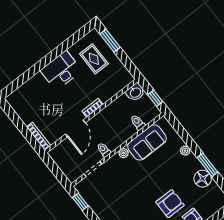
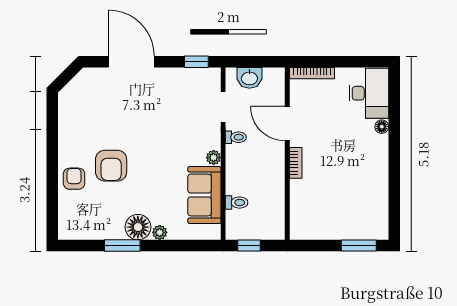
rug: (94, 59) -> (352, 210), removed
desk: (61, 70) -> (369, 93), moved
floor lamp: (38, 77) -> (382, 127), added
washbasin: (135, 92) -> (249, 78), moved, turned -90
floor lamp: (203, 179) -> (138, 227), moved

